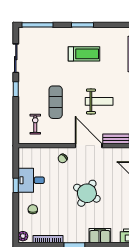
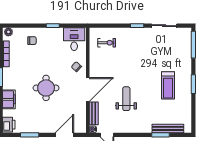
weight bench: (99, 101) -> (126, 99), turned 180
exercise mat: (56, 102) -> (126, 61), removed
desk: (31, 180) -> (74, 39), moved
round table: (87, 193) -> (46, 88), turned -30

